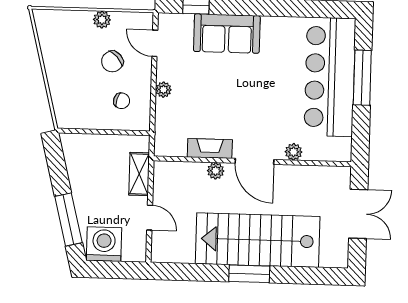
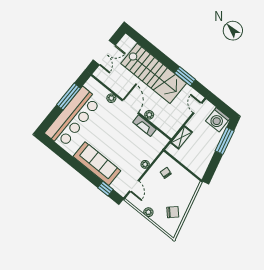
sofa: (227, 34) -> (97, 164), width x1.36
chair: (112, 61) -> (173, 212), moved
window: (362, 78) -> (69, 96), moved
double door: (358, 214) -> (104, 53), swing flipped
door: (150, 218) -> (198, 108), moved
window: (249, 274) -> (185, 76), moved

